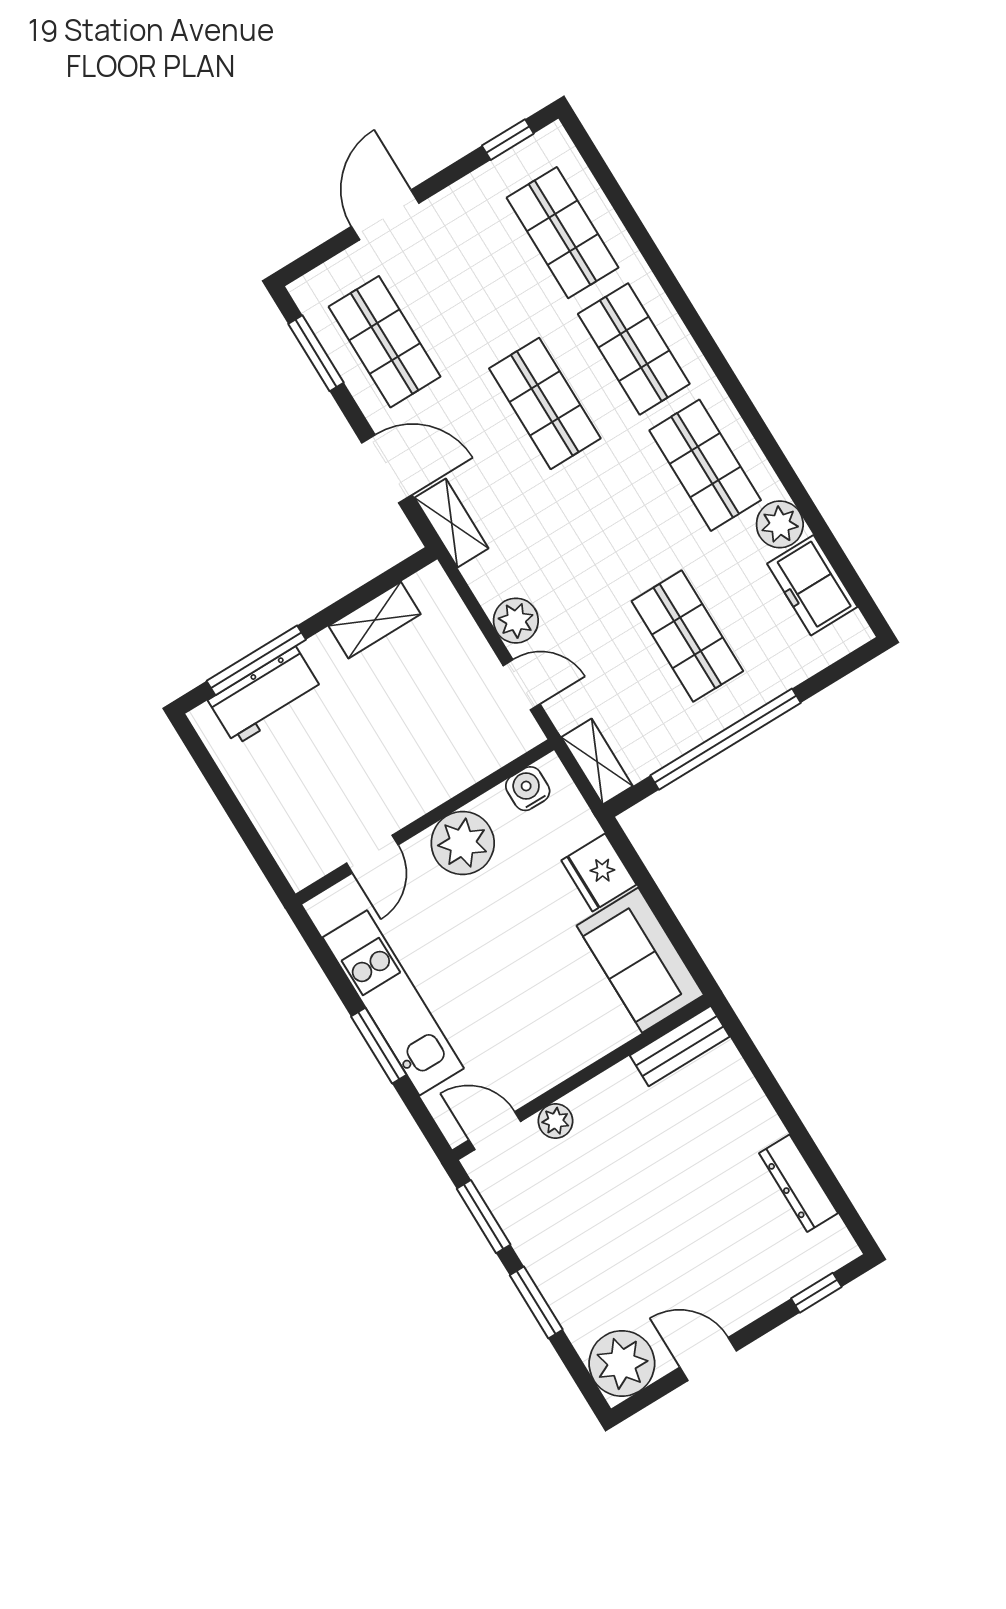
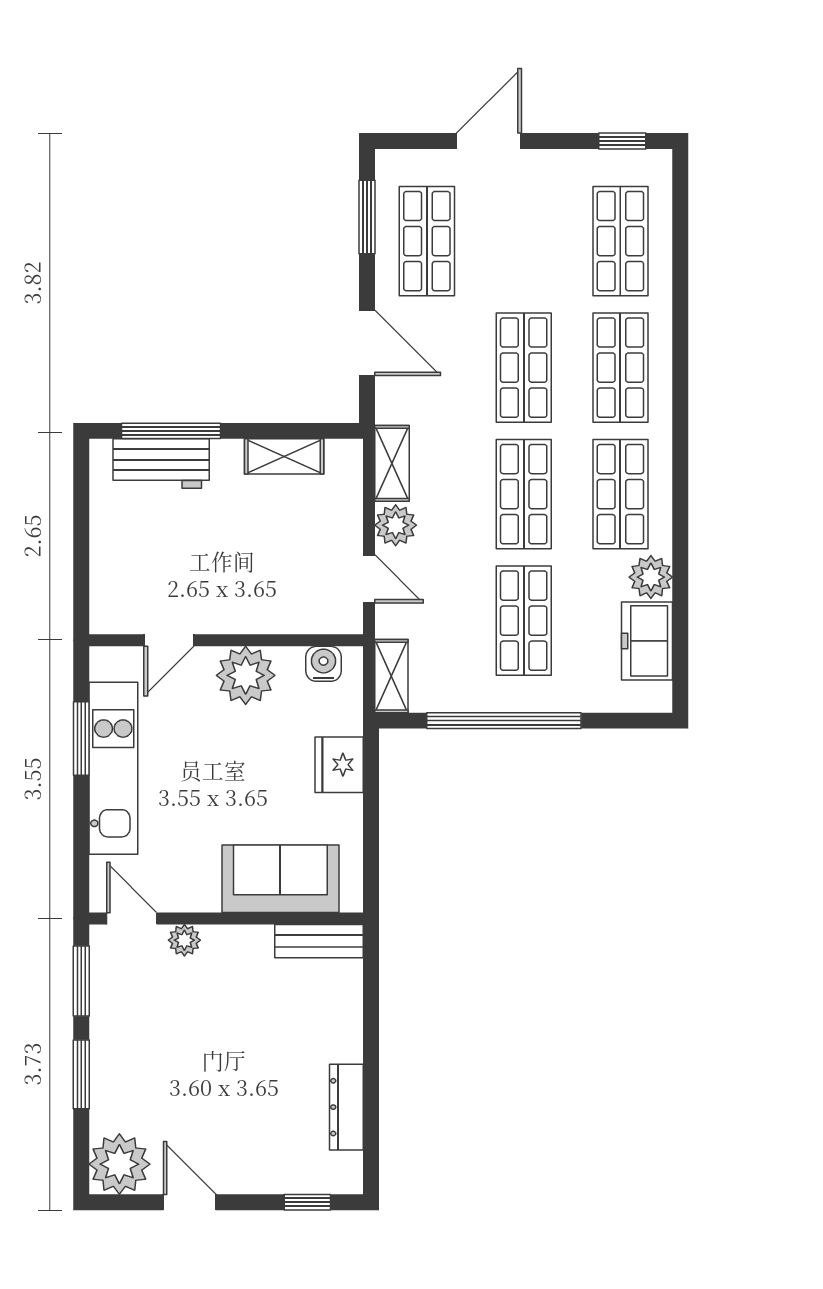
shop shelf: (616, 520) -> (524, 494), added
shelving: (452, 523) -> (392, 463), moved
sofa: (640, 960) -> (280, 879), moved, turned 90
window: (379, 1046) -> (81, 739), moved

